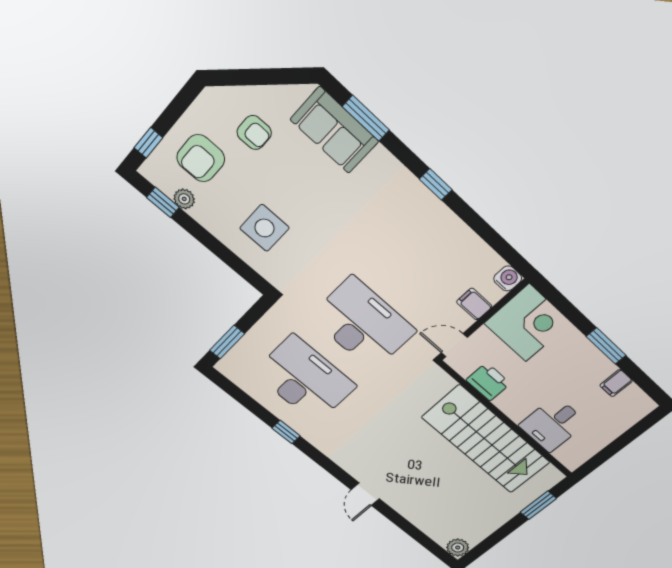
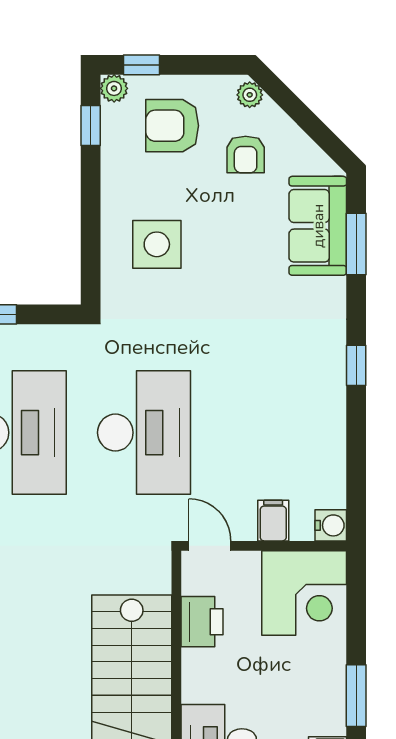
plant: (219, 97) -> (250, 95), added
plant: (184, 199) -> (114, 88), moved

